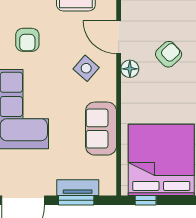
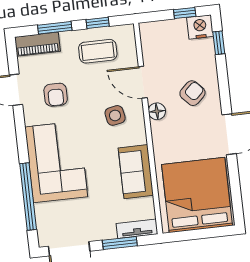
side table: (86, 68) -> (115, 115), turned 38
tv unit: (78, 188) -> (137, 229), moved
window: (146, 200) -> (186, 235), removed

